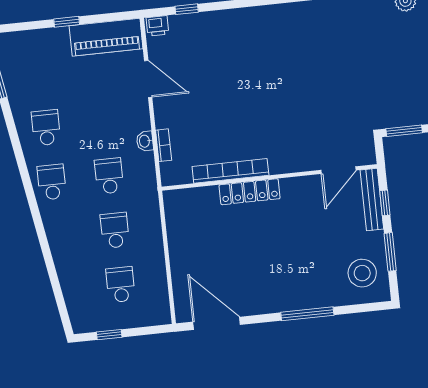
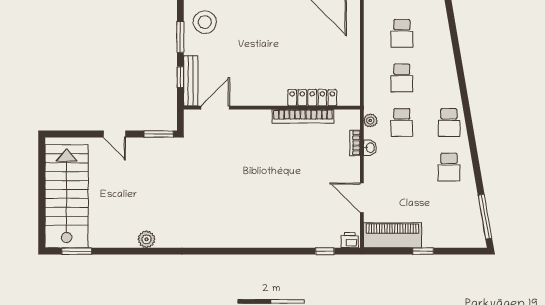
plant: (148, 174) -> (370, 121), added
locker: (250, 192) -> (312, 98), moved

